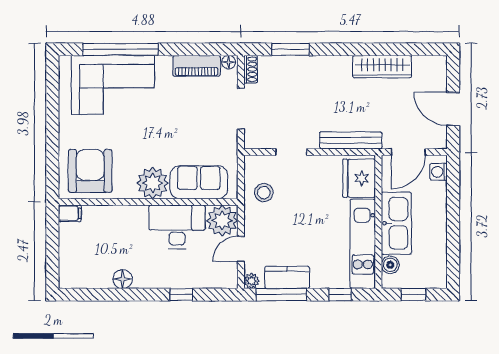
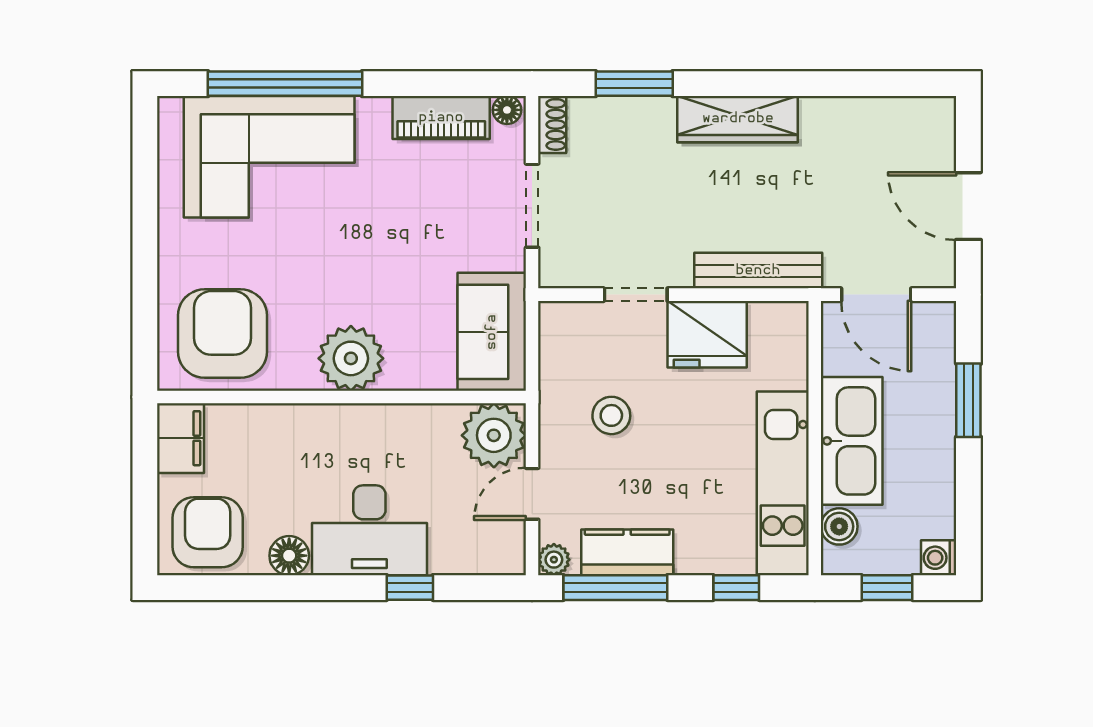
wardrobe: (382, 67) -> (738, 119), moved
door: (408, 152) -> (876, 295), hinge flipped
washing machine: (439, 172) -> (939, 558), moved
fridge: (359, 178) -> (707, 334), moved, turned -90
sofa: (199, 182) -> (492, 332), moved, turned -90
stool: (264, 193) -> (611, 415), moved
window: (453, 203) -> (968, 400), added
filing cabinet: (70, 213) -> (181, 438), width x2.00
desk: (177, 227) -> (369, 530), moved, turned 180
armchair: (83, 268) -> (208, 532), added

